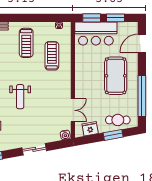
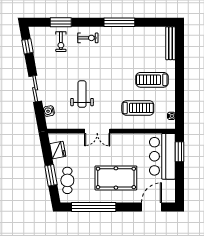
window: (115, 18) -> (180, 178), removed
door: (142, 43) -> (152, 207), hinge flipped
weight bench: (20, 97) -> (82, 94), moved, turned 90
double door: (73, 110) -> (97, 131), moved
water cooler: (65, 135) -> (49, 111), moved

